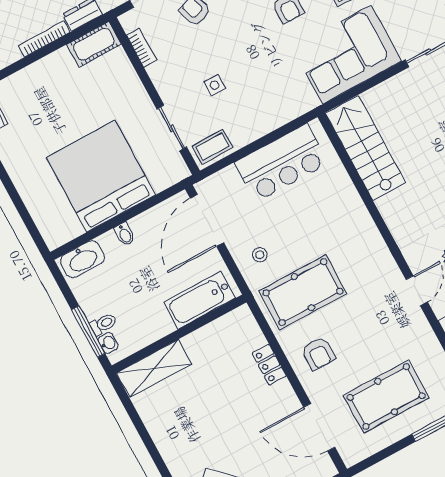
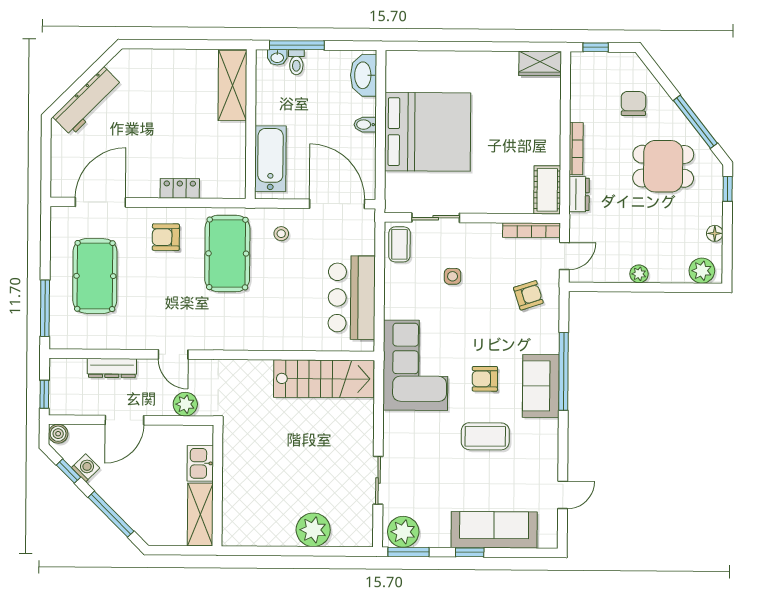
bookcase: (141, 48) -> (531, 230), width x1.56
corner sofa: (347, 55) -> (416, 365), moved

